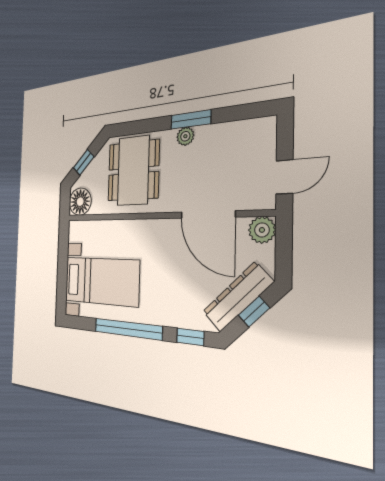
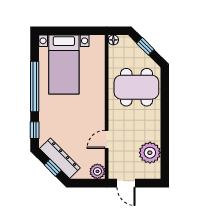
window: (191, 119) -> (165, 127), removed
plant: (185, 136) -> (150, 153), moved, width x1.88, depth x1.88
floor lamp: (80, 202) -> (113, 40), width x0.53, depth x0.53
door: (208, 215) -> (107, 139), width x0.53

